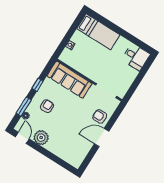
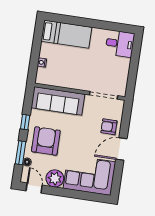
armchair: (47, 106) -> (46, 141), width x1.88, depth x1.88
corner sofa: (69, 147) -> (89, 175), added

